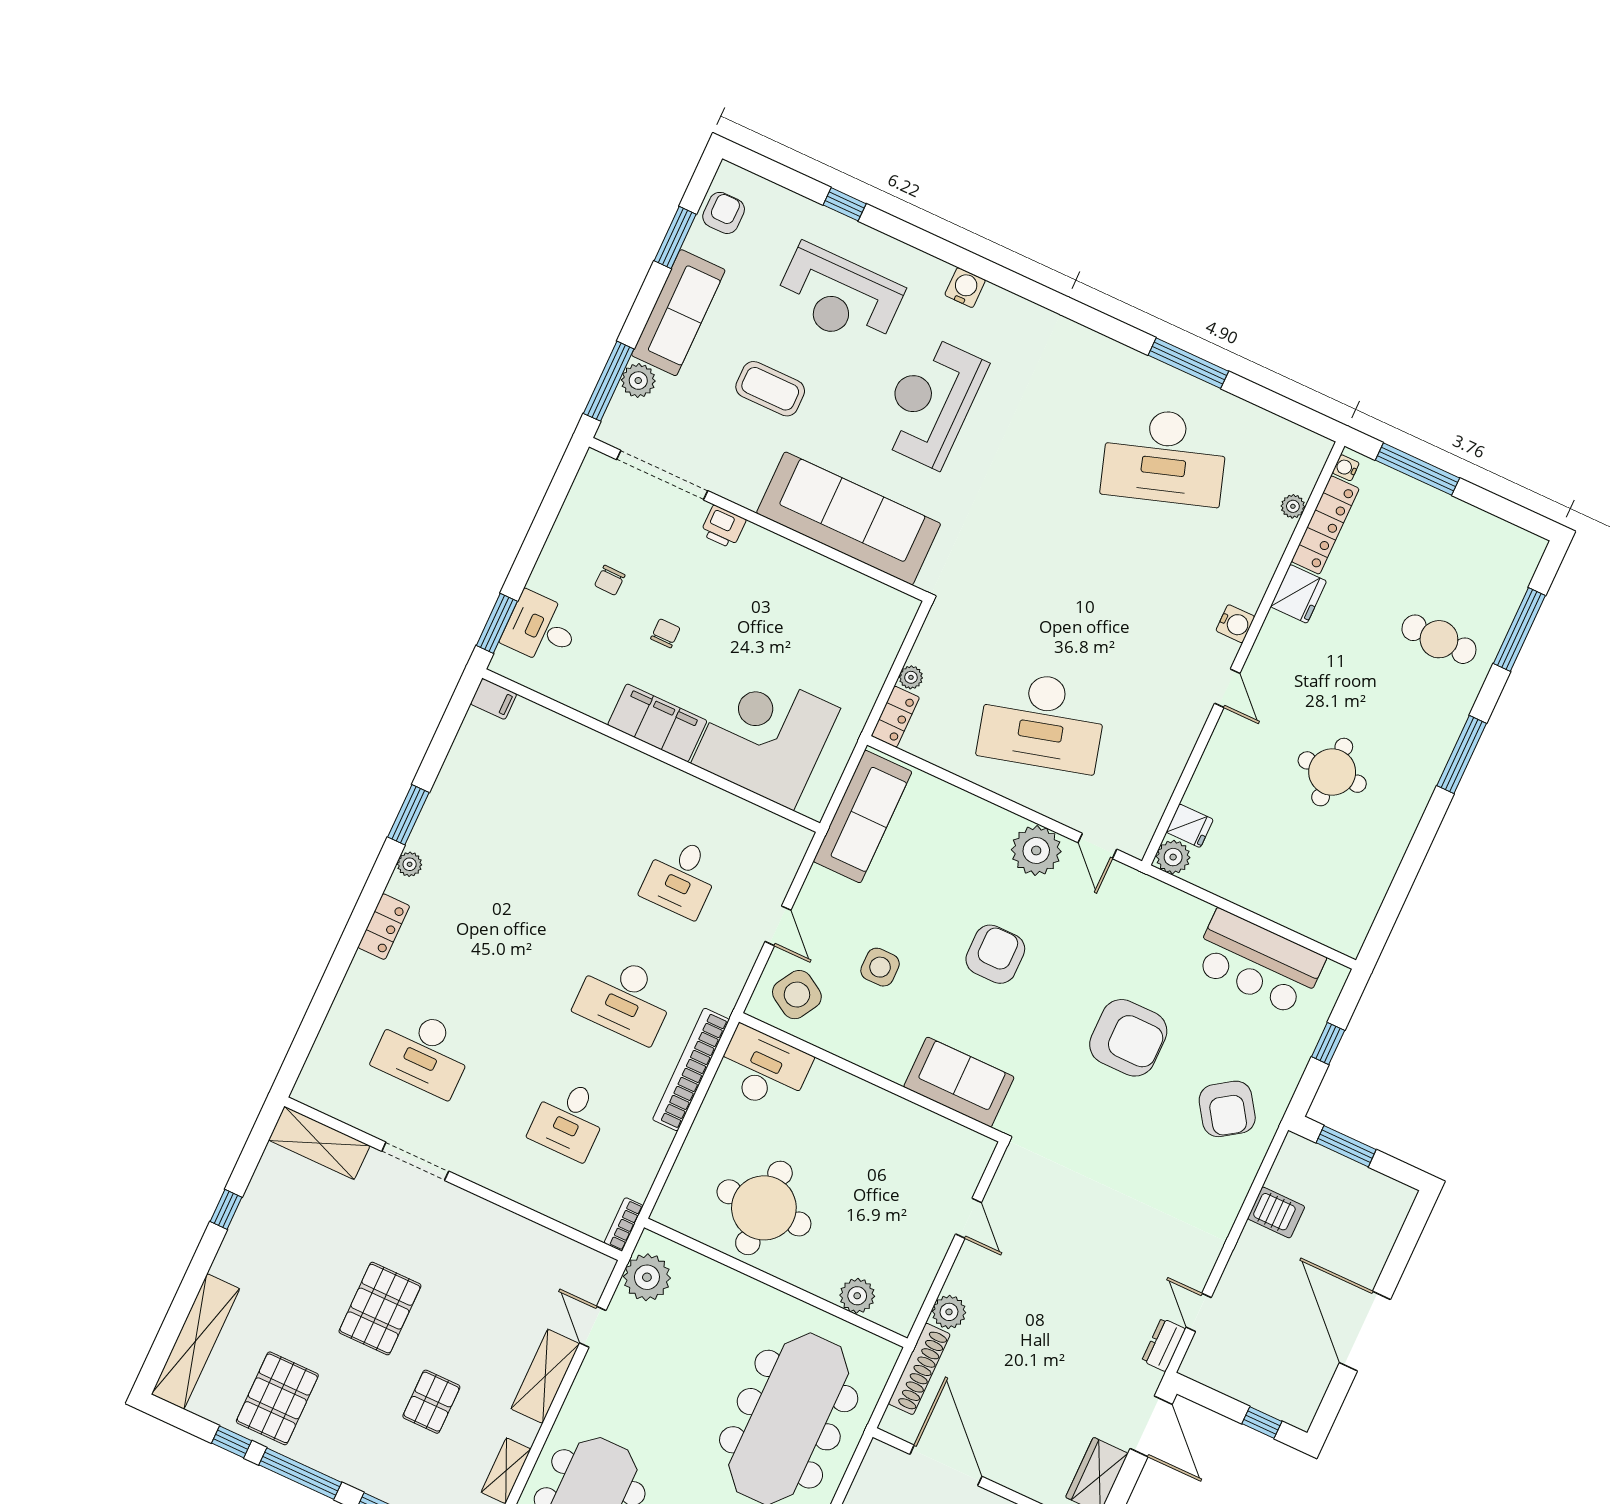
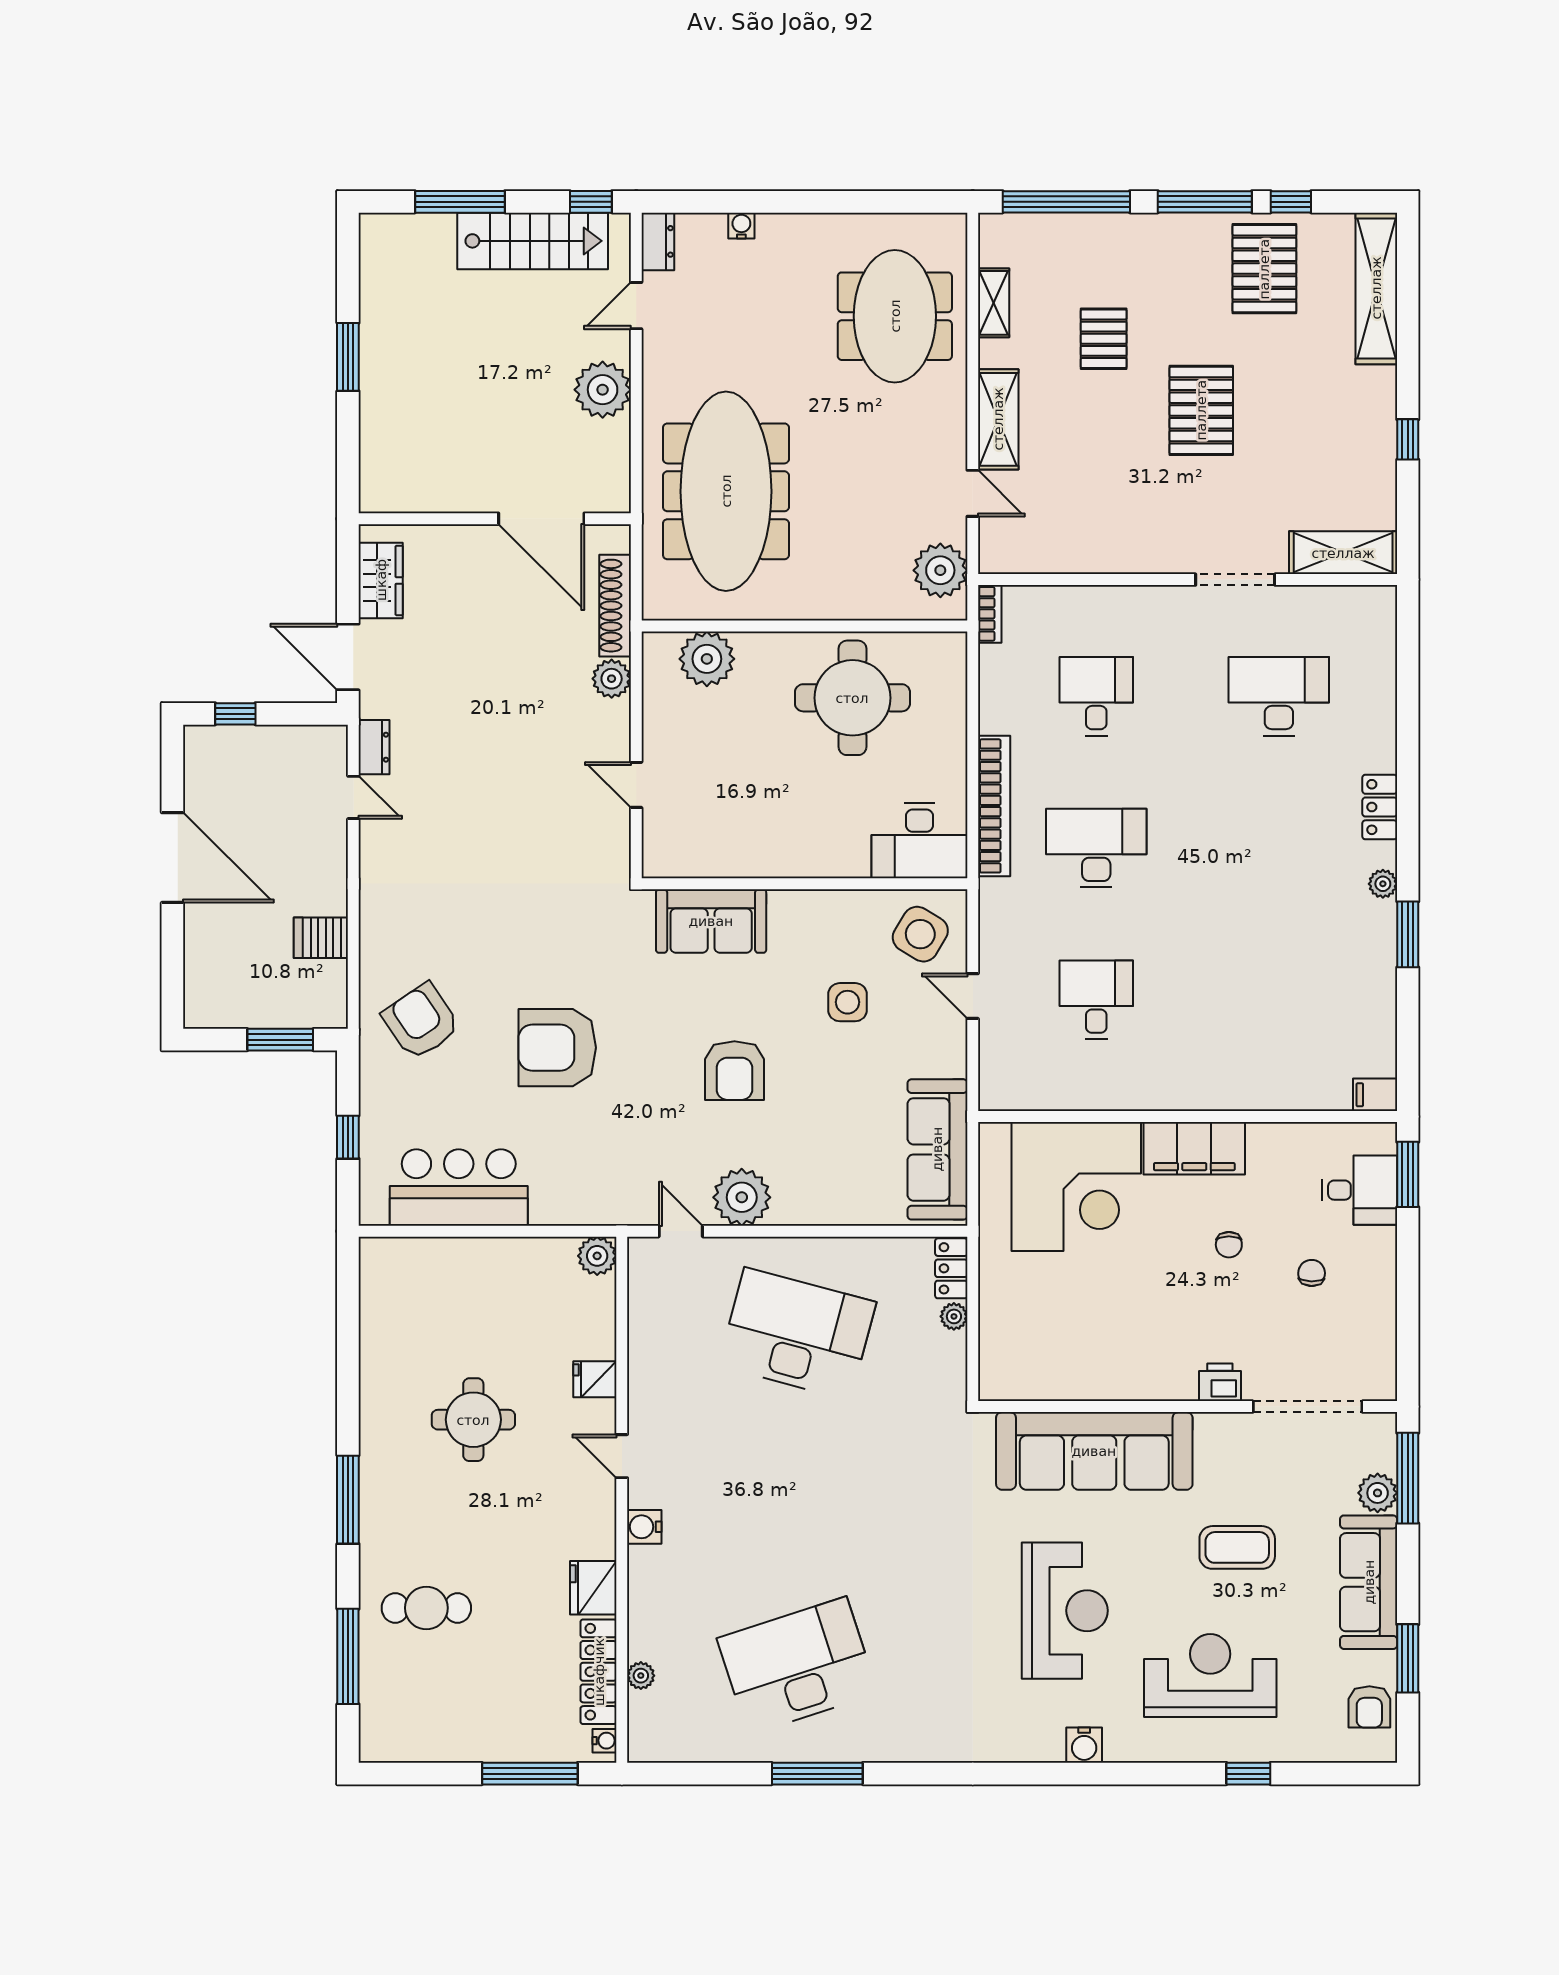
desk: (1042, 721) -> (797, 1334), turned 30
fridge: (1190, 826) -> (595, 1379), moved
plant: (857, 1296) -> (707, 659), width x1.36, depth x1.36

